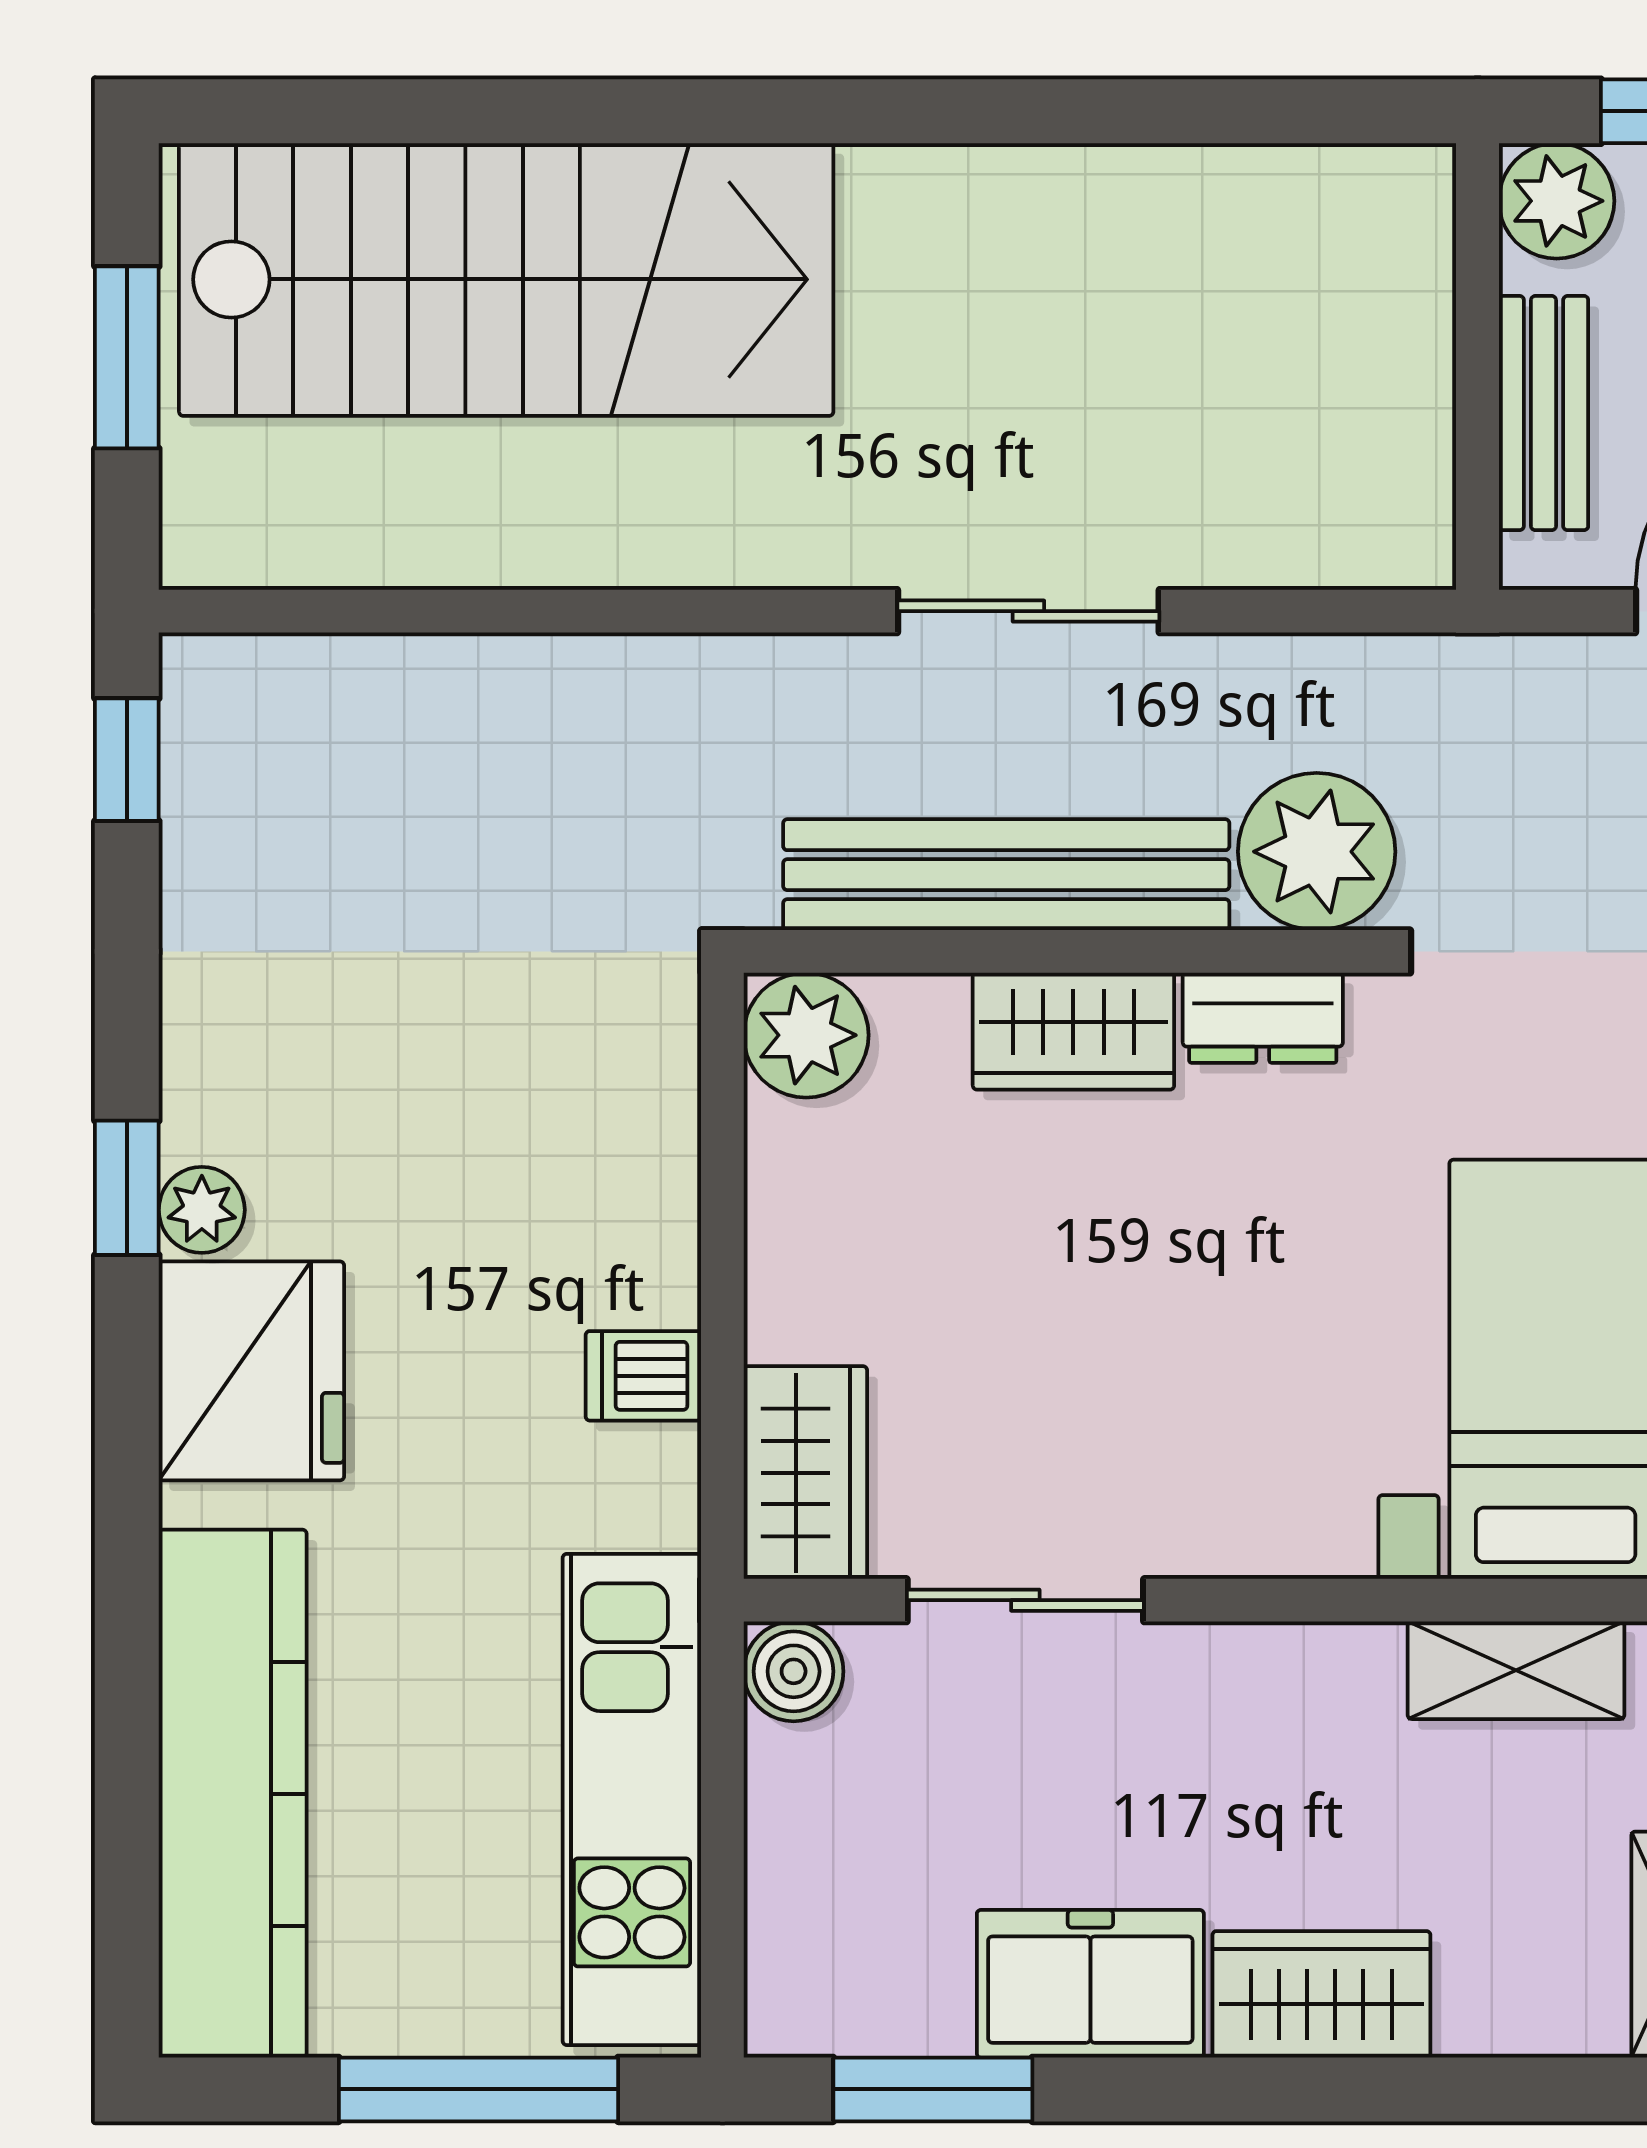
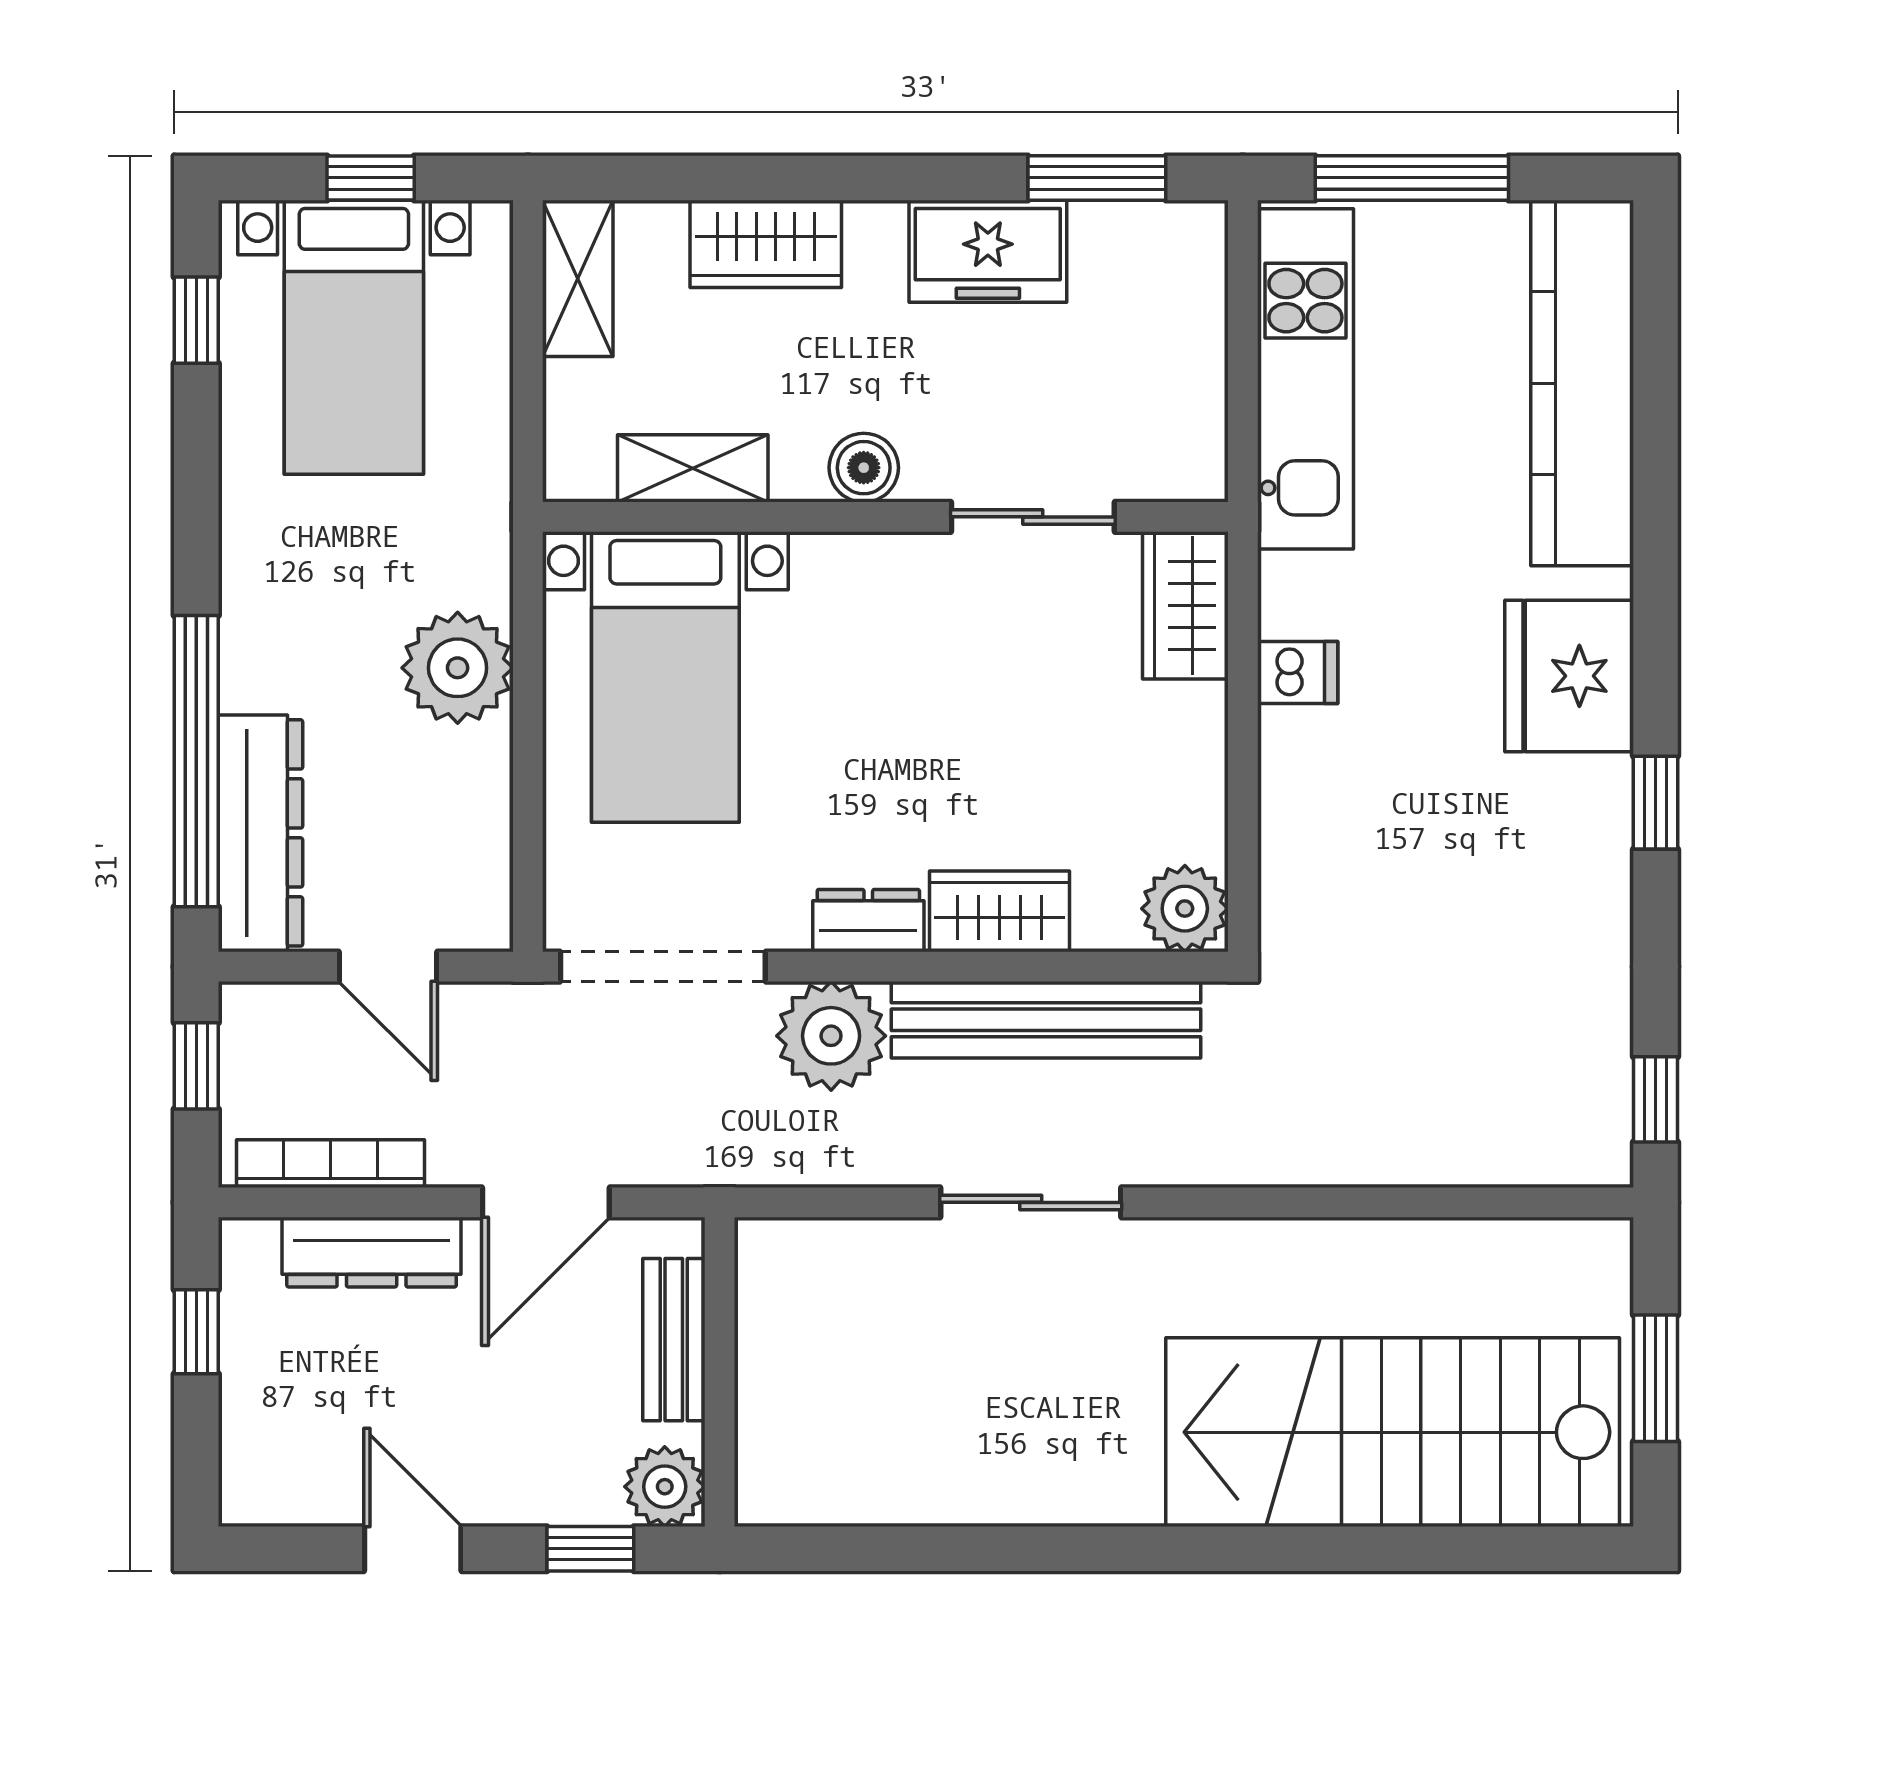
plant: (202, 1210) -> (1604, 787), removed
boiler: (794, 1671) -> (864, 468), moved
wardrobe: (1321, 1994) -> (766, 244), moved

